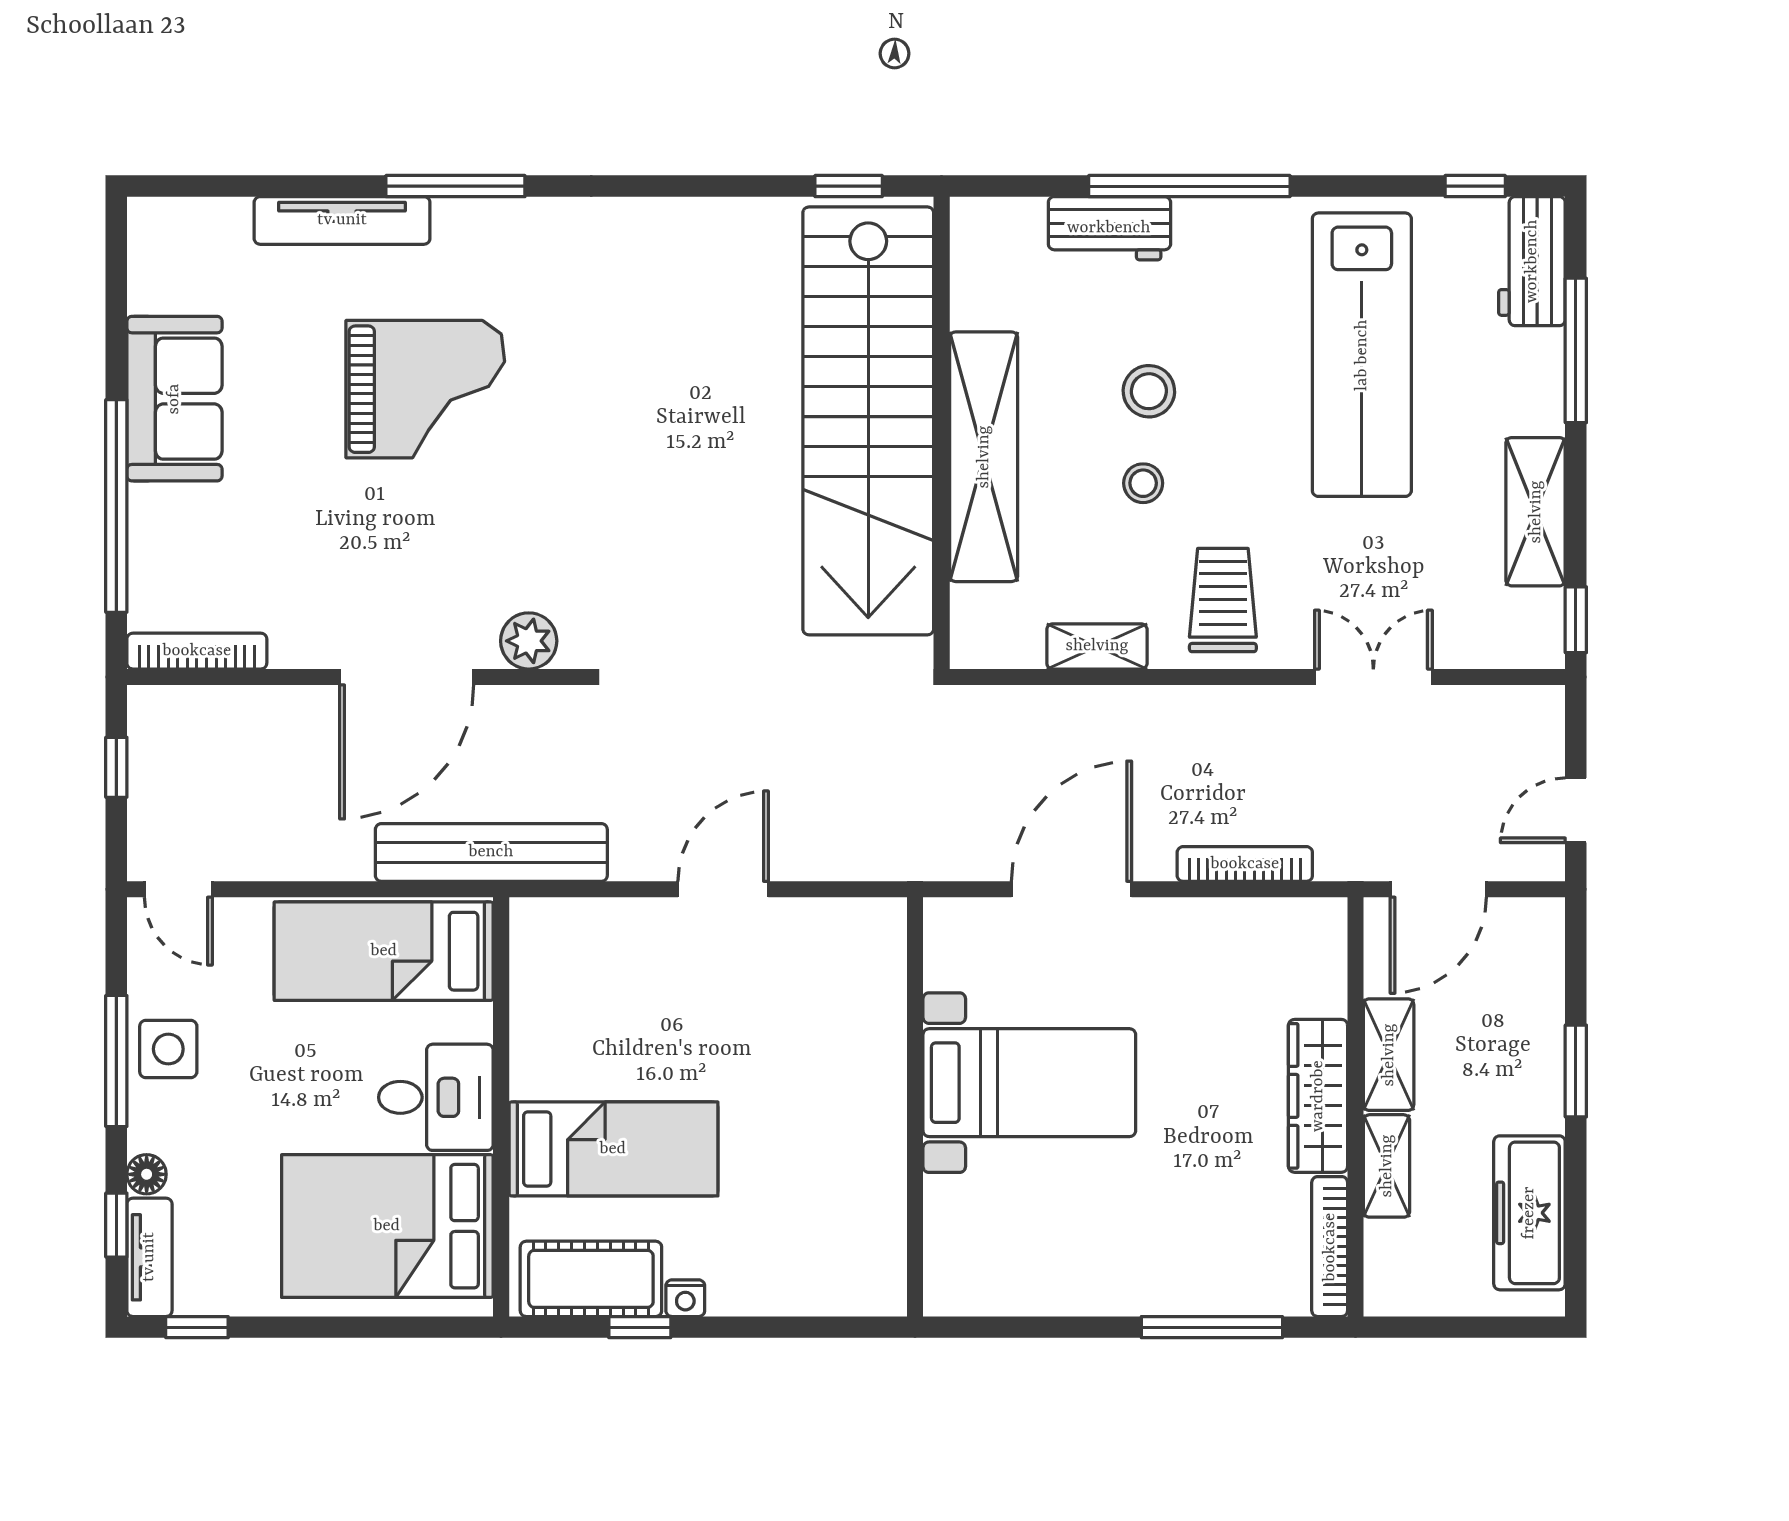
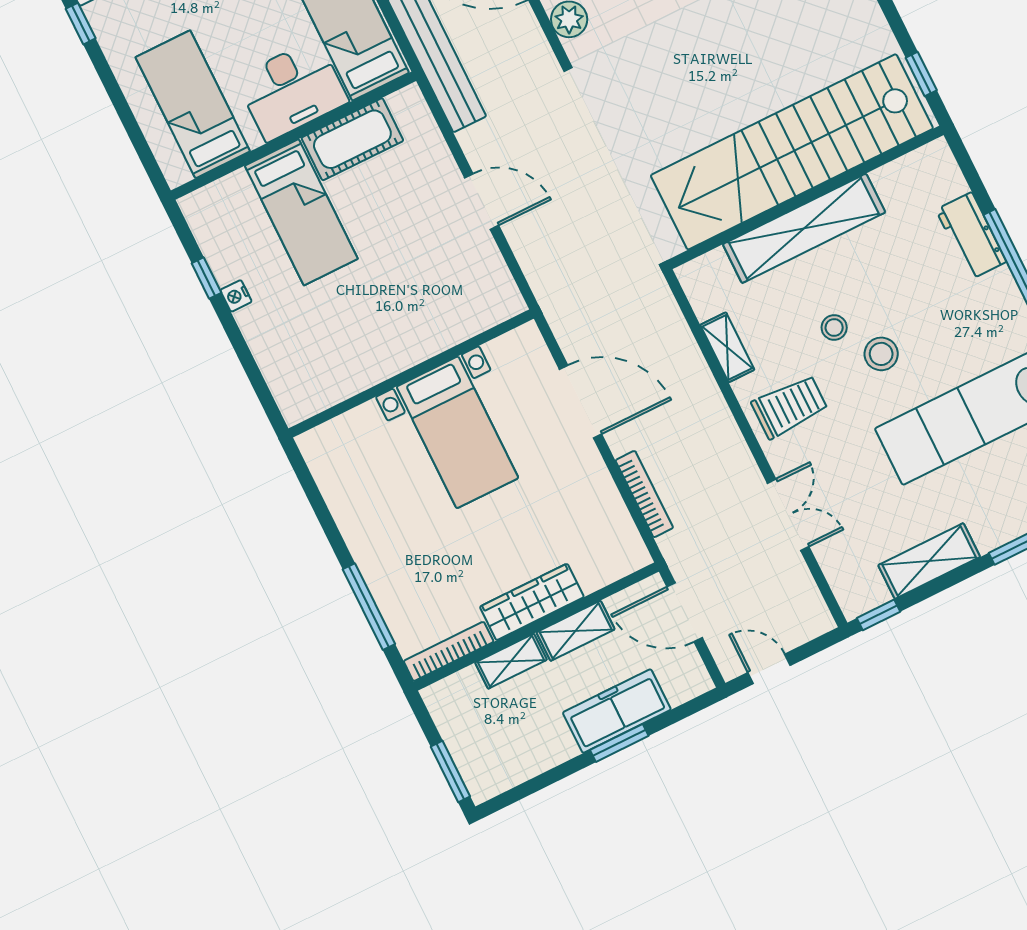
stool: (1149, 391) -> (881, 354), moved
desk: (436, 1097) -> (292, 90), width x1.37
freezer: (1529, 1213) -> (617, 711), moved
bed: (387, 1226) -> (193, 104), width x0.67
cot: (591, 1279) -> (352, 139), moved, turned 90
window: (1499, 1327) -> (450, 772), added

